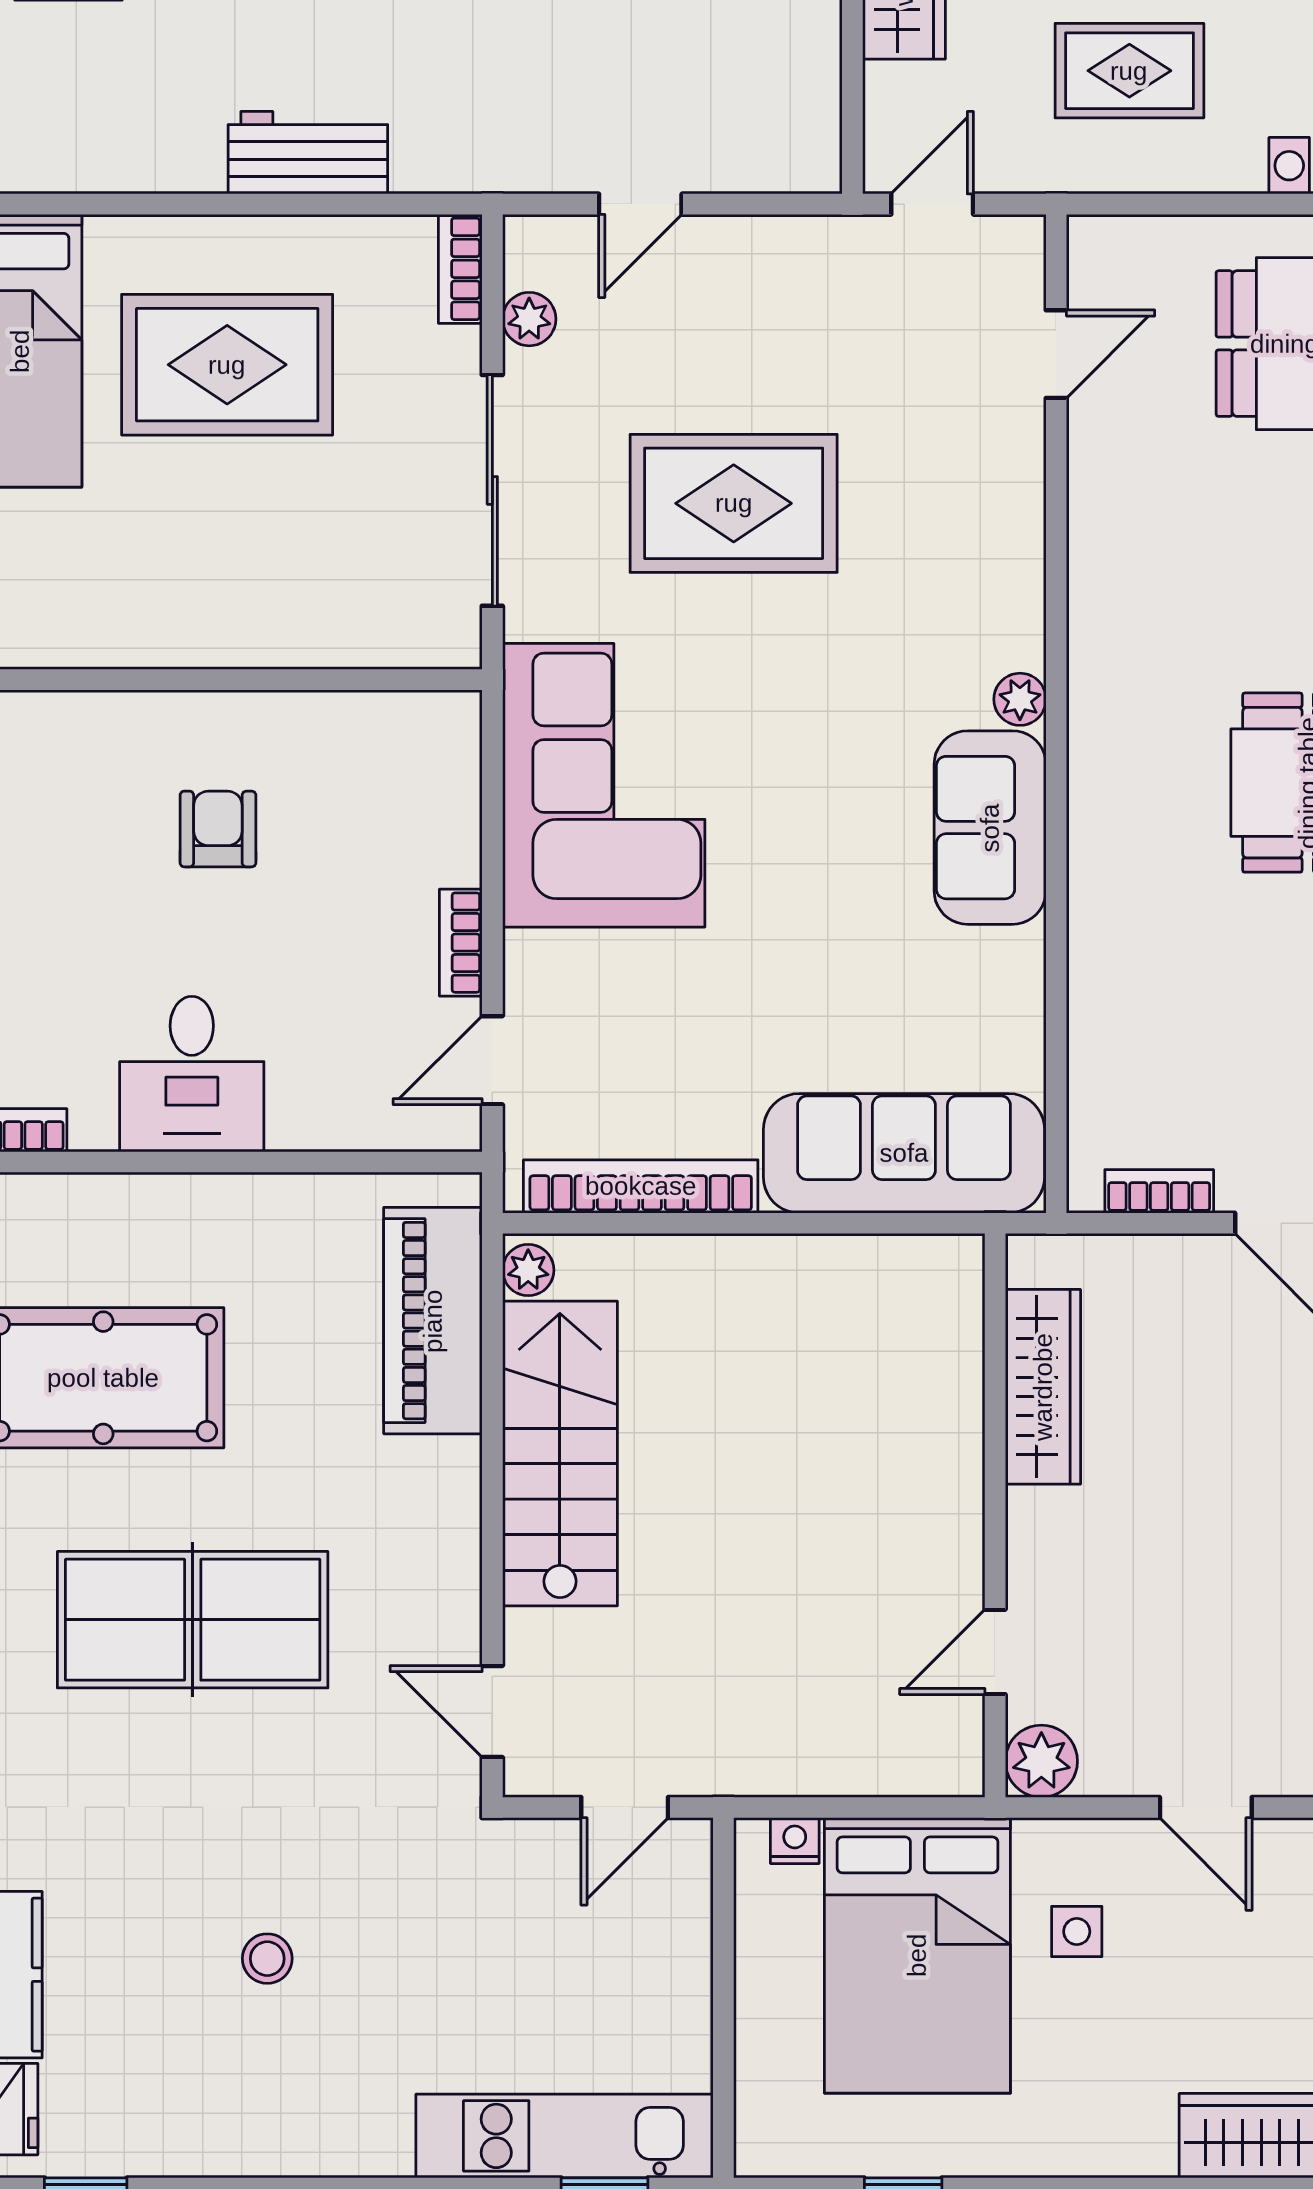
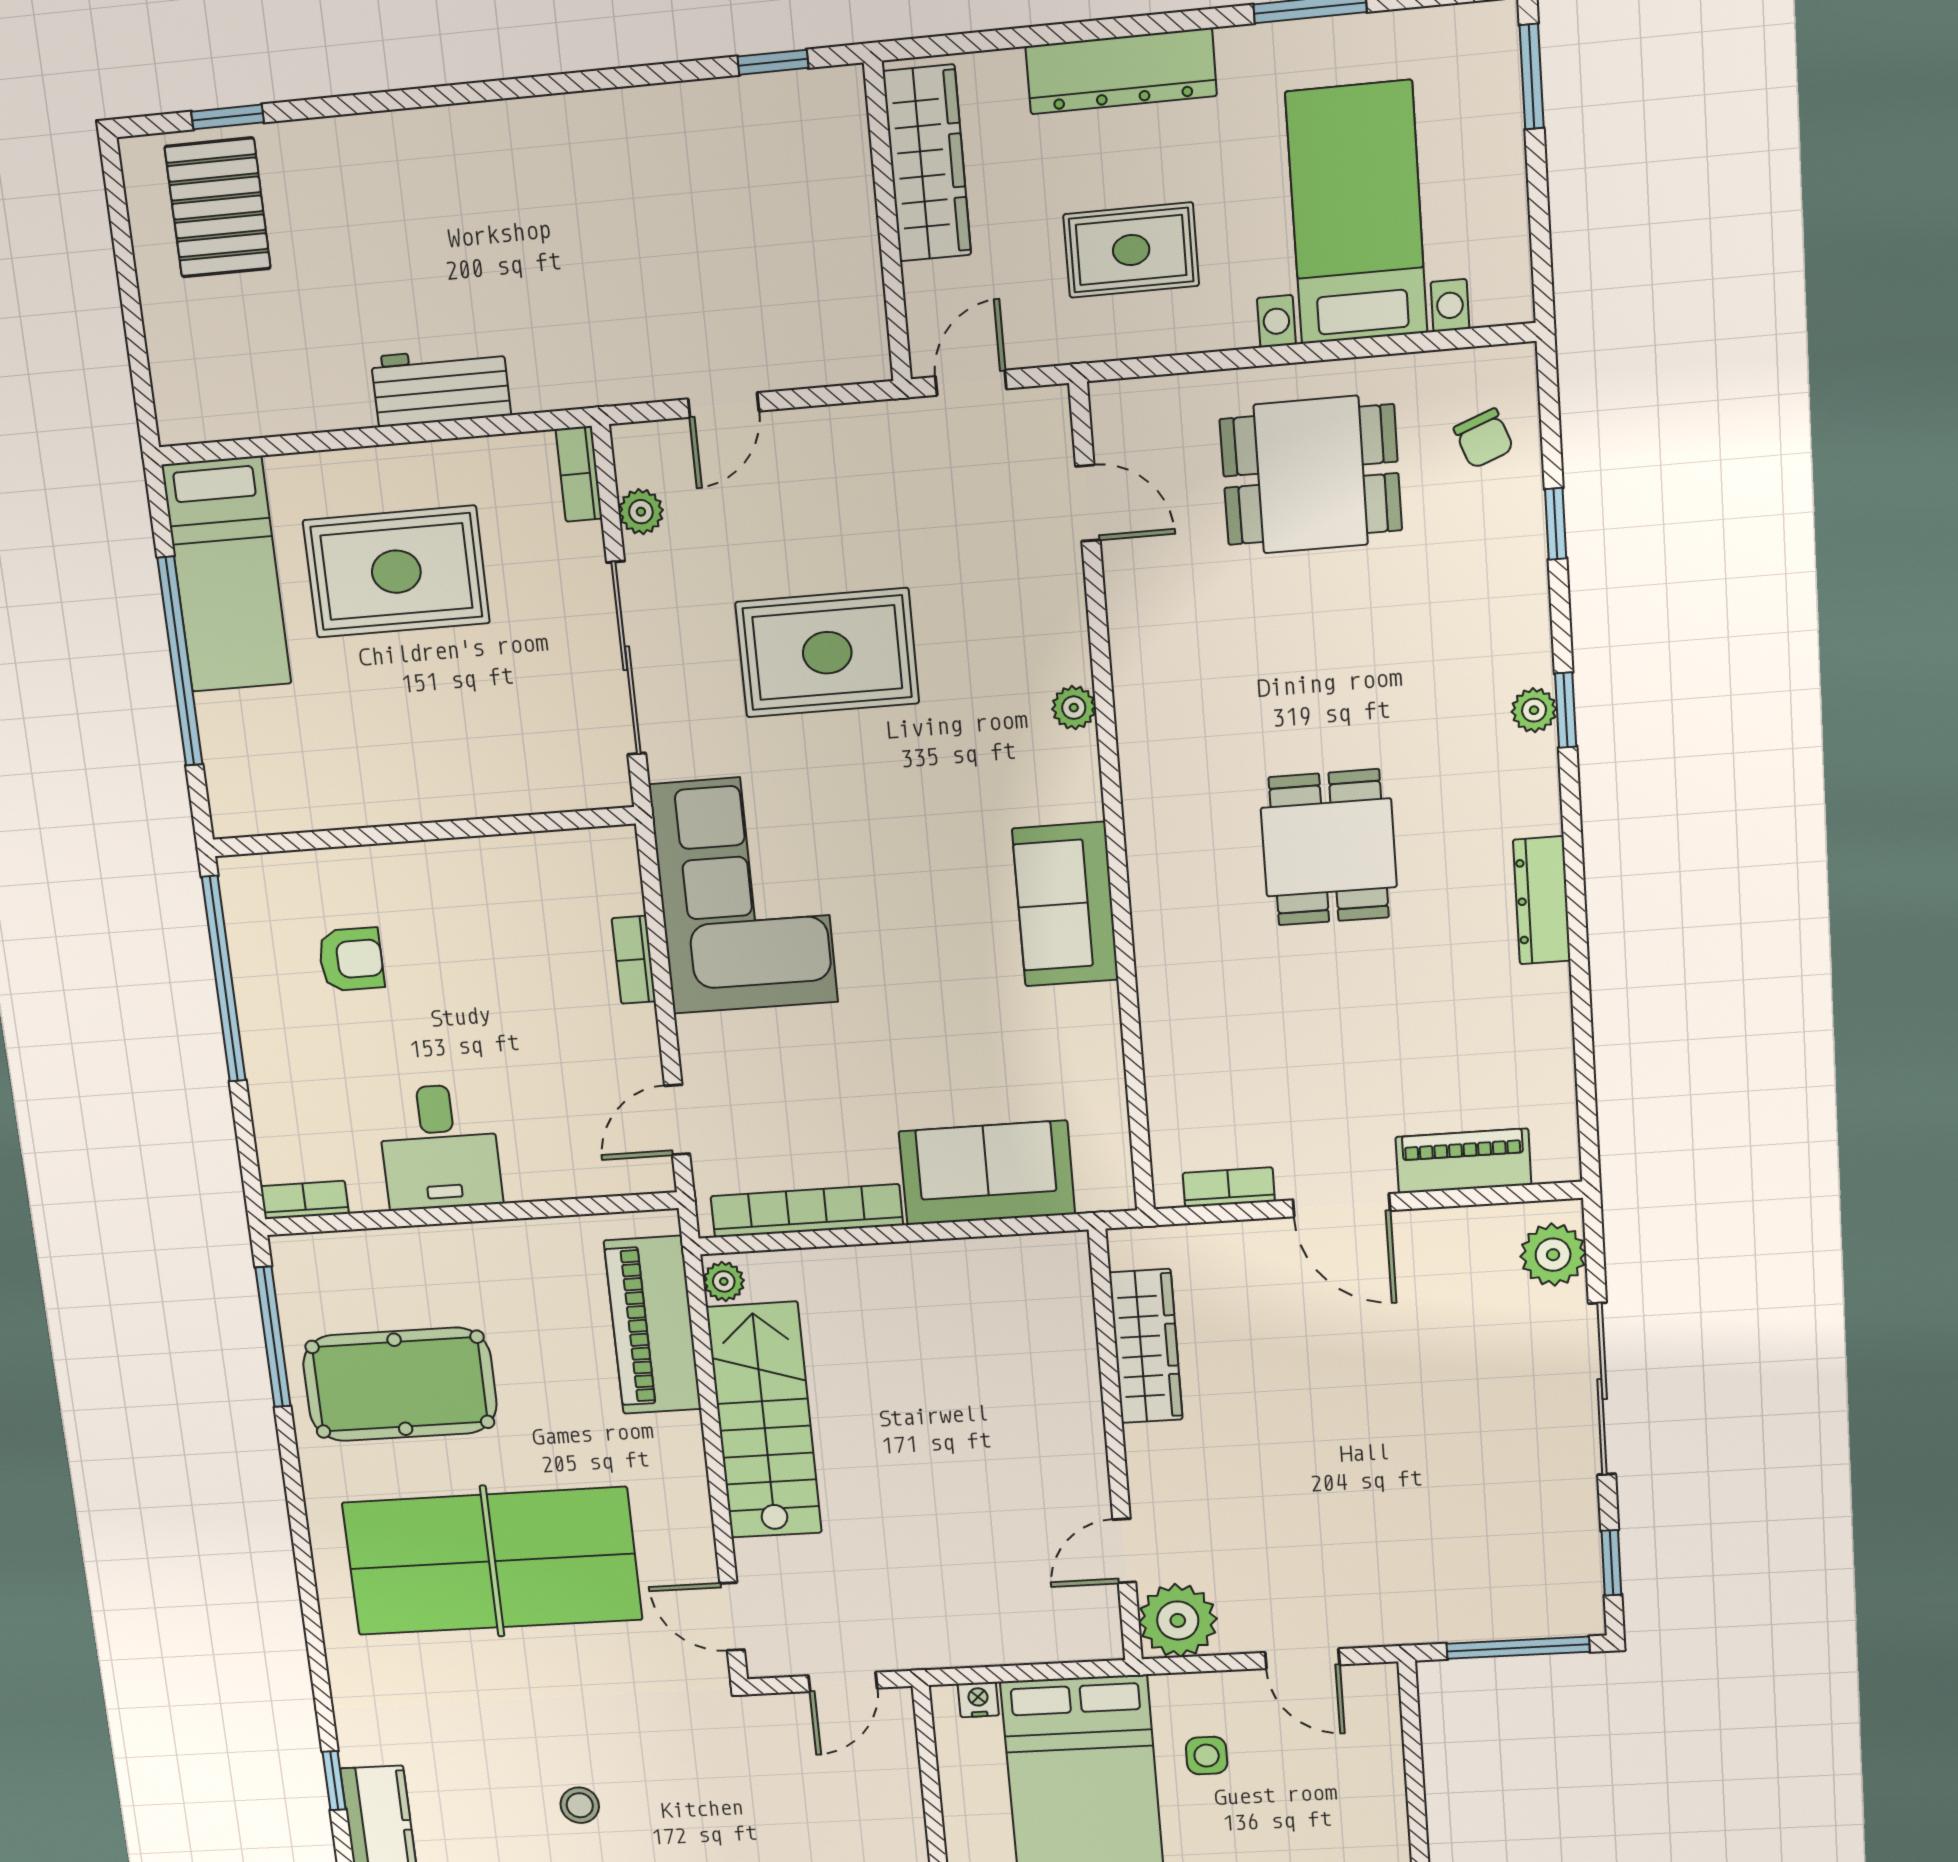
door: (1056, 354) -> (1088, 503), hinge flipped
plant: (1020, 699) -> (1074, 708), moved
armchair: (218, 829) -> (351, 959), moved, turned 90
bookcase: (461, 943) -> (634, 960), moved
sofa: (904, 1153) -> (987, 1173), width x0.73
table tennis table: (193, 1620) -> (492, 1561), width x1.36, depth x1.32
plant: (1041, 1761) -> (1178, 1620), width x1.36, depth x1.36

